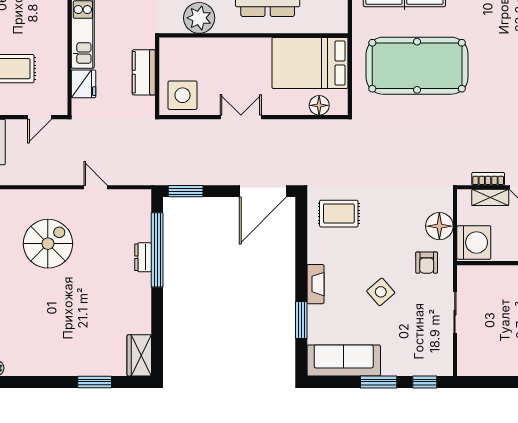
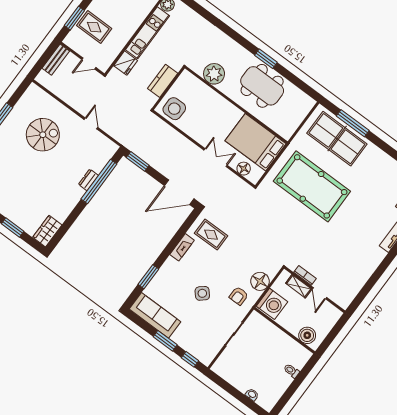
double door: (241, 117) -> (216, 158), moved
fireplace: (315, 284) -> (182, 247), moved

